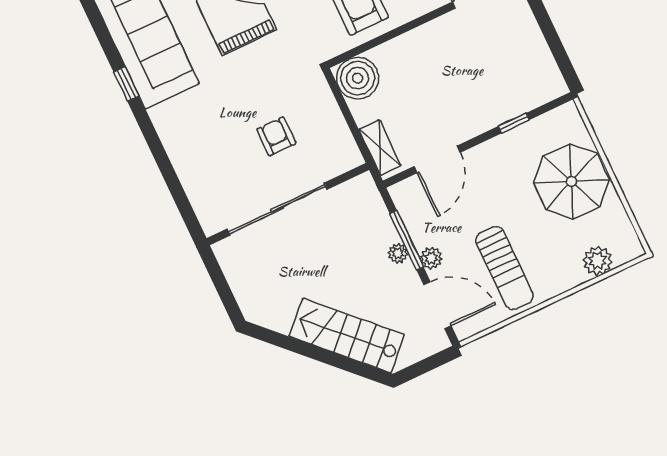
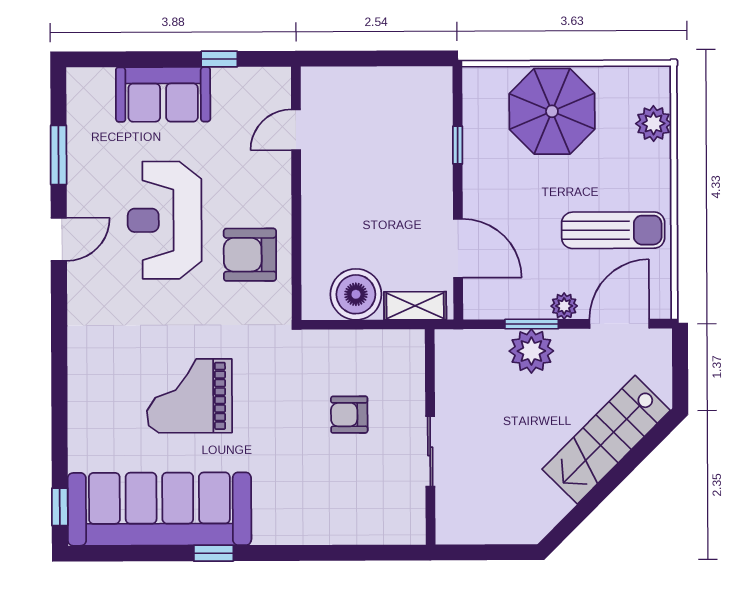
boiler: (358, 78) -> (356, 294), moved
sliding door: (277, 209) -> (430, 451), width x0.54
window: (407, 240) -> (532, 324), width x0.69
plant: (398, 253) -> (531, 351), width x1.87, depth x1.87

